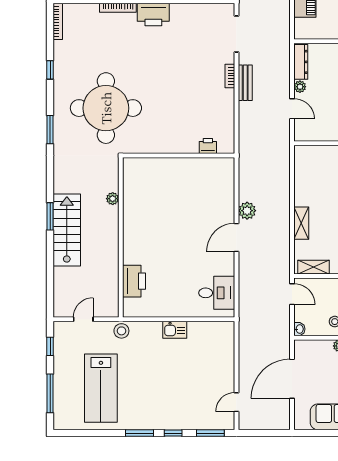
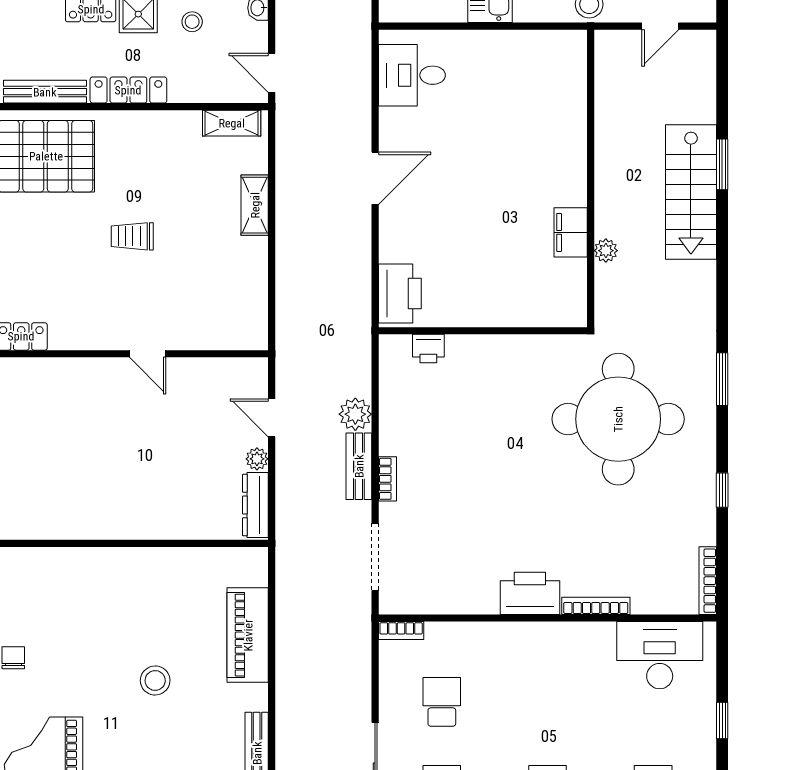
filing cabinet: (131, 208) -> (571, 232), added
plant: (247, 211) -> (355, 414), moved
window: (50, 216) -> (722, 164), moved
printer: (134, 281) -> (400, 294), moved, turned 180

